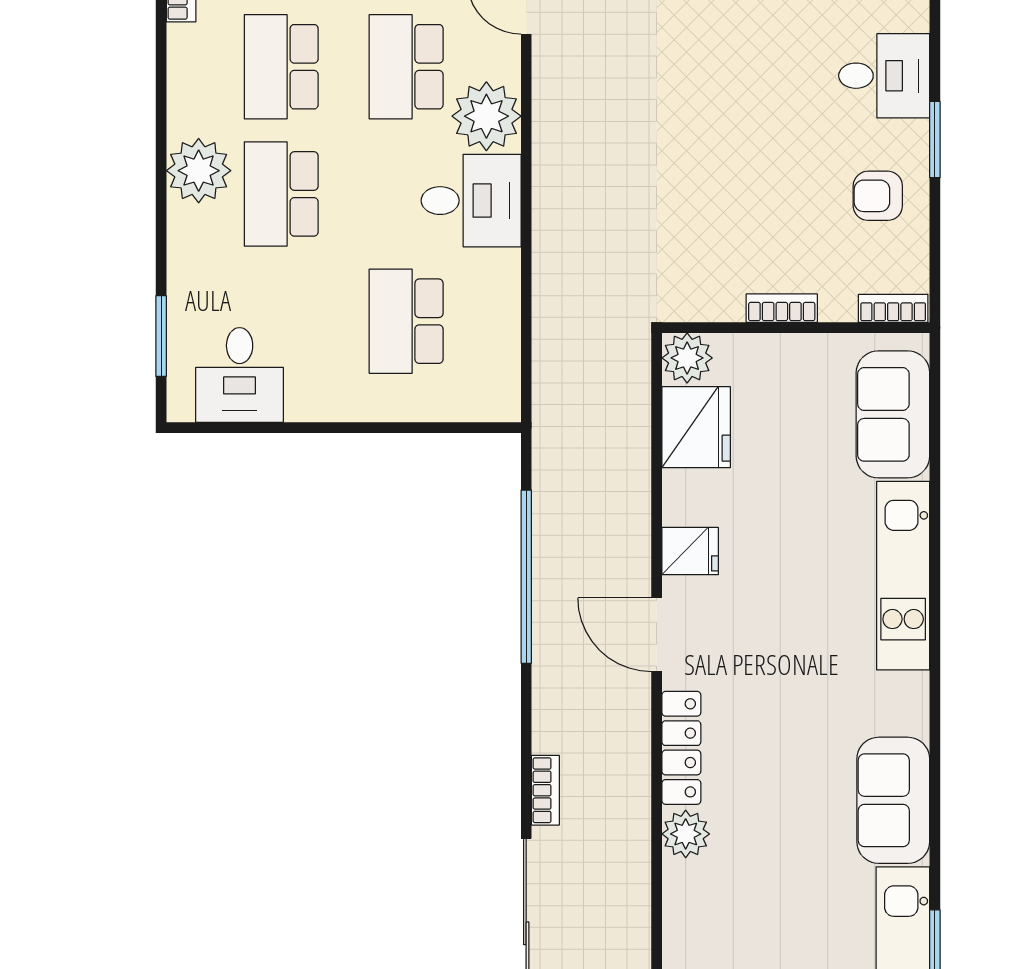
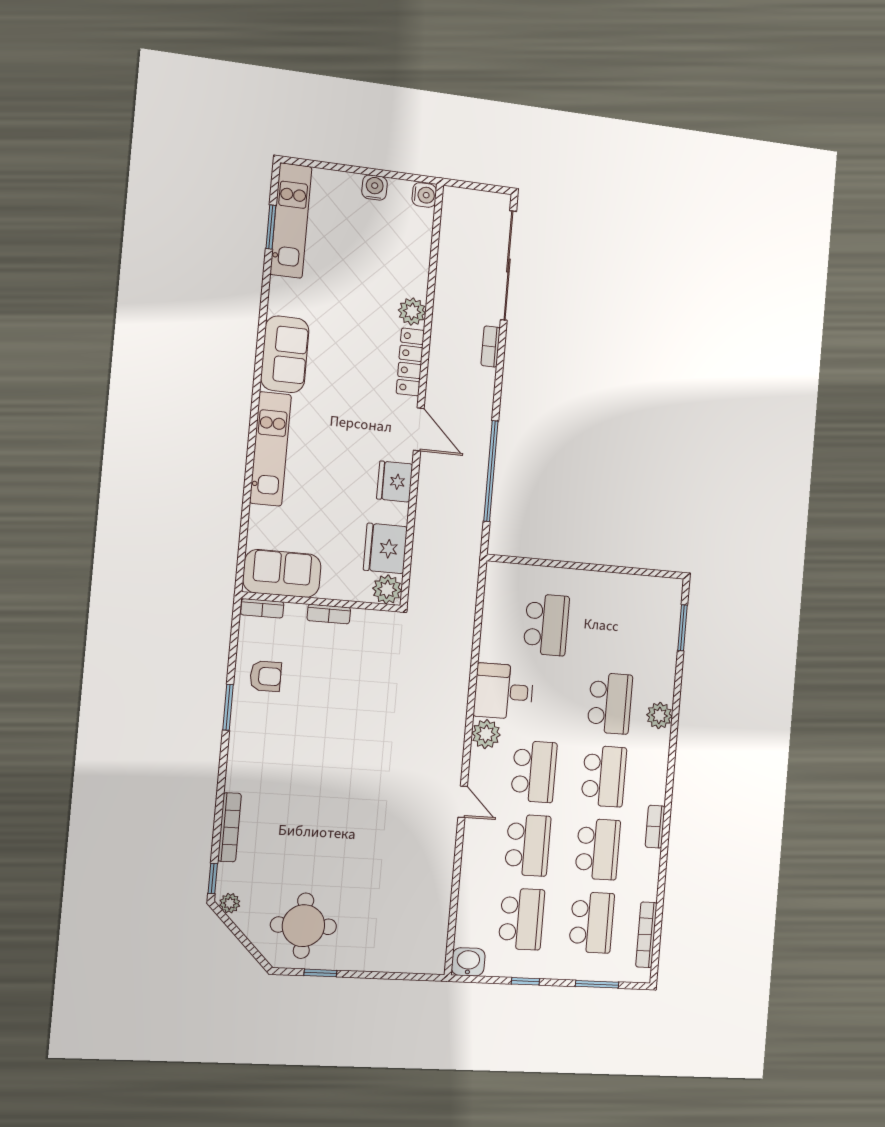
desk: (884, 76) -> (255, 748), removed
plant: (486, 116) -> (486, 734), width x0.73, depth x0.73
plant: (199, 171) -> (659, 715), width x0.73, depth x0.73
desk: (240, 375) -> (641, 602), removed
sofa: (893, 414) -> (282, 573), moved, turned -90
fridge: (690, 551) -> (395, 482), width x1.38
sofa: (893, 800) -> (285, 354), moved

